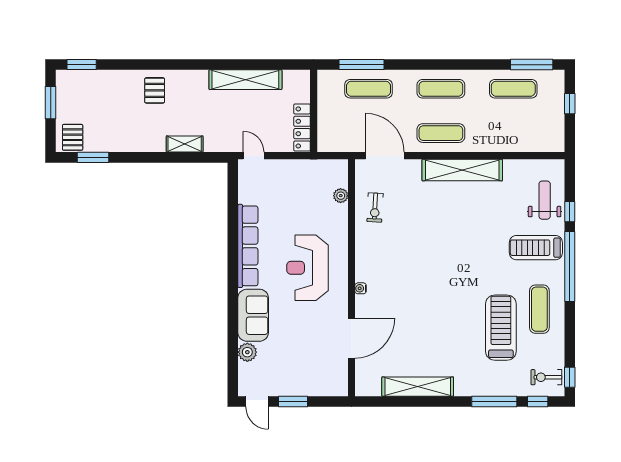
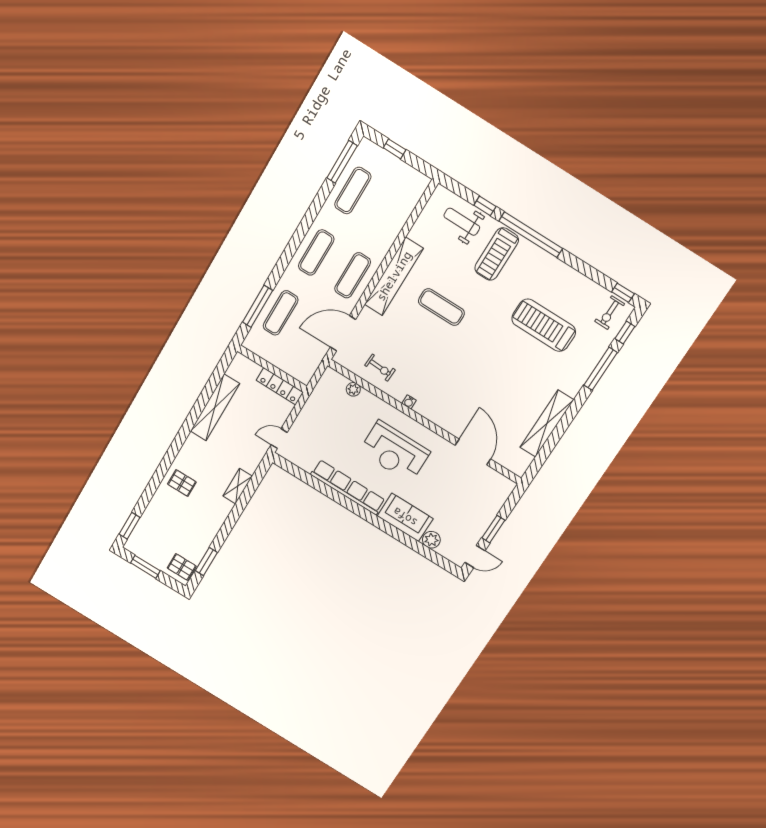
water cooler: (361, 288) -> (409, 402), moved
exercise mat: (539, 309) -> (441, 307), moved

